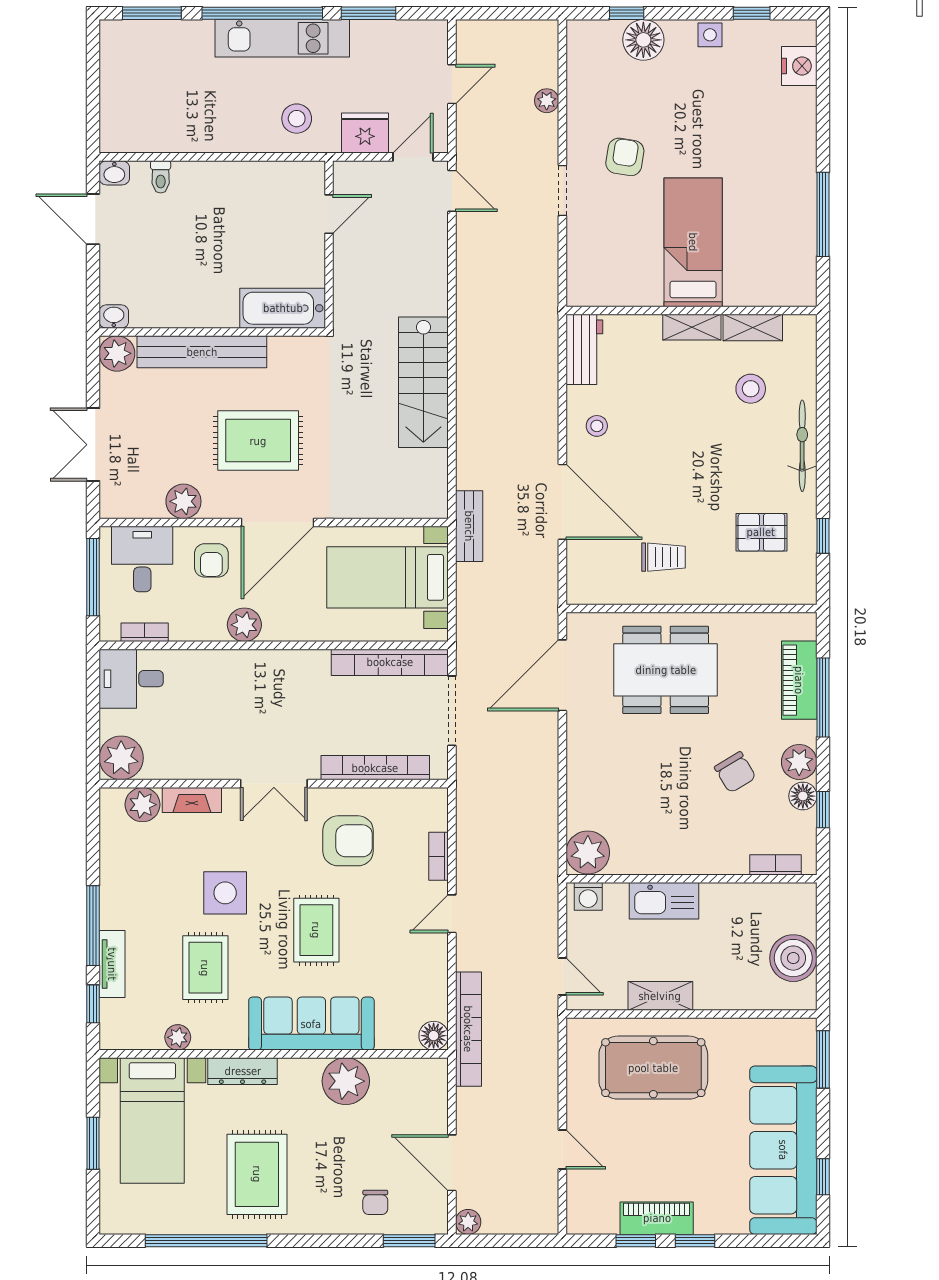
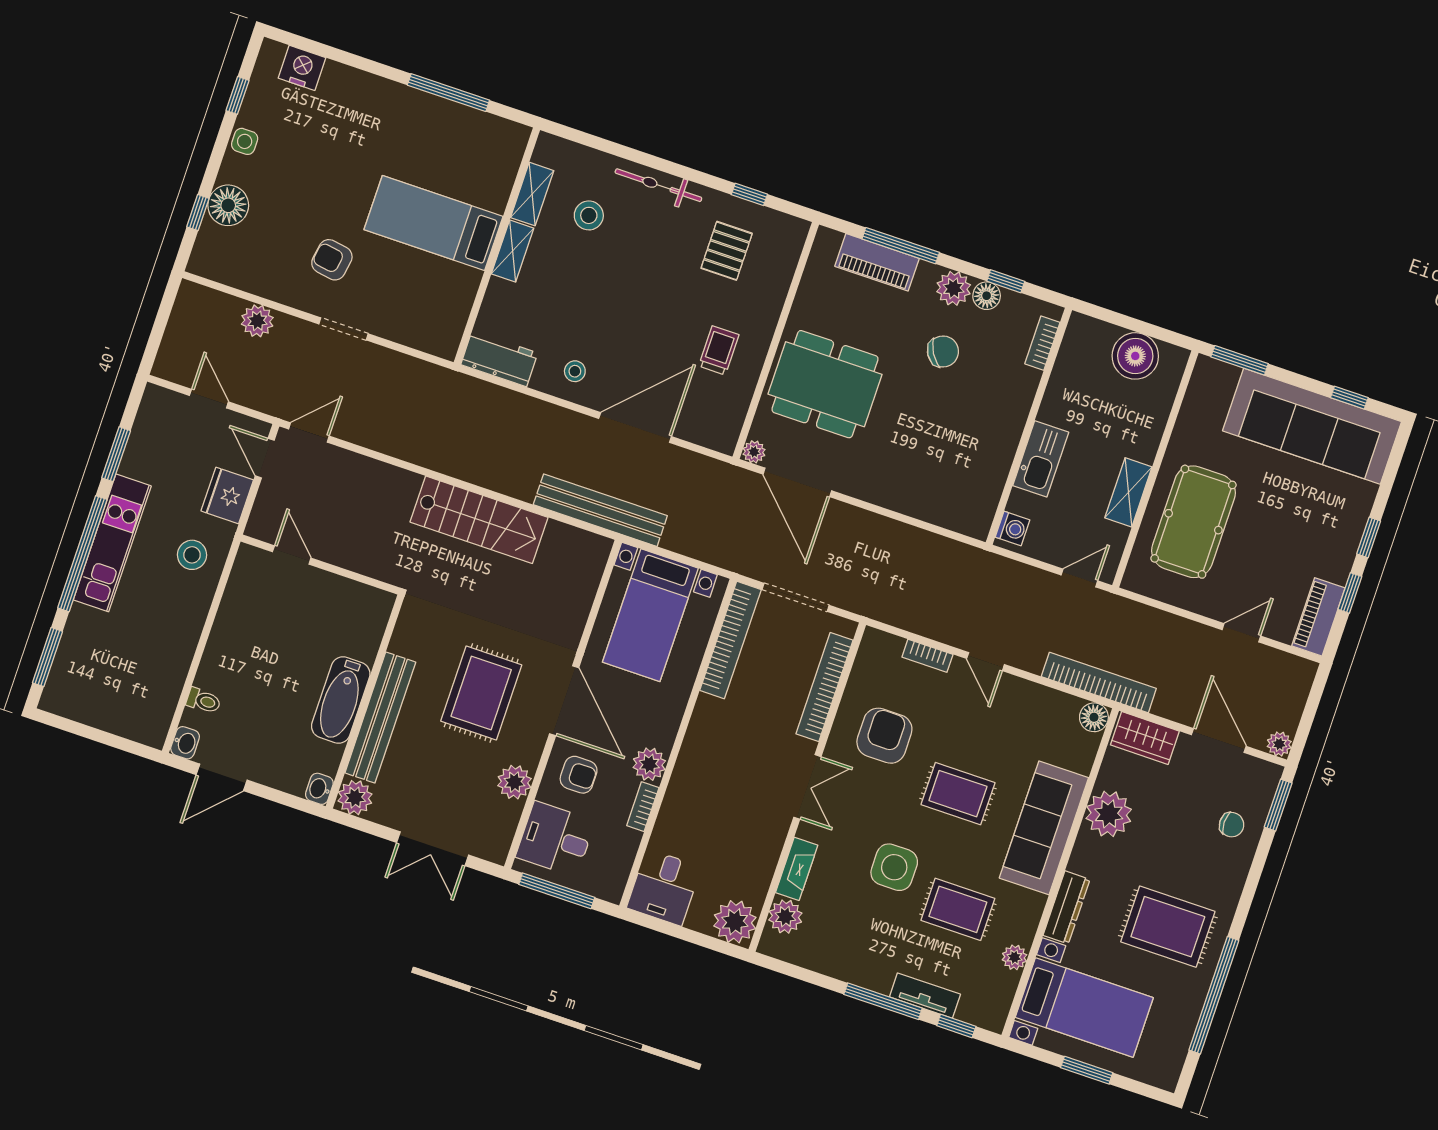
plant: (547, 101) -> (257, 321), width x1.38, depth x1.38
bathtub: (283, 308) -> (341, 700), moved
bench: (469, 526) -> (600, 510), width x1.86, depth x1.21
bookcase: (145, 632) -> (643, 807), moved
dining table: (666, 670) -> (825, 384), turned 90
plant: (588, 853) -> (754, 452), moved, width x0.53, depth x0.53
wardrobe: (430, 1091) -> (1145, 738), added
door: (452, 1163) -> (1219, 740), swing flipped
piano: (657, 1218) -> (1318, 617), moved

